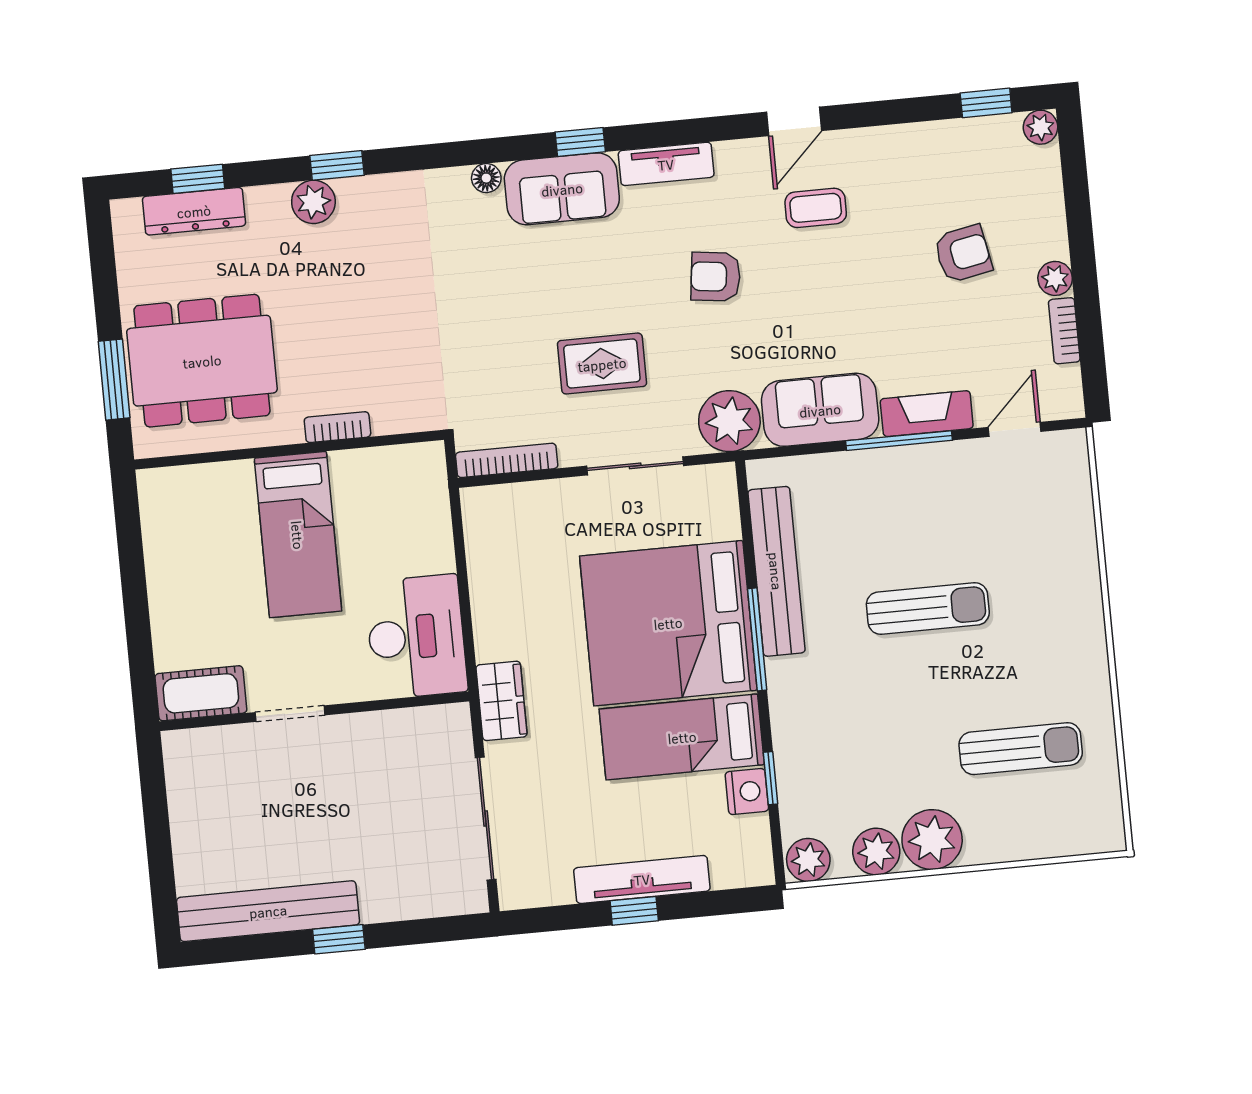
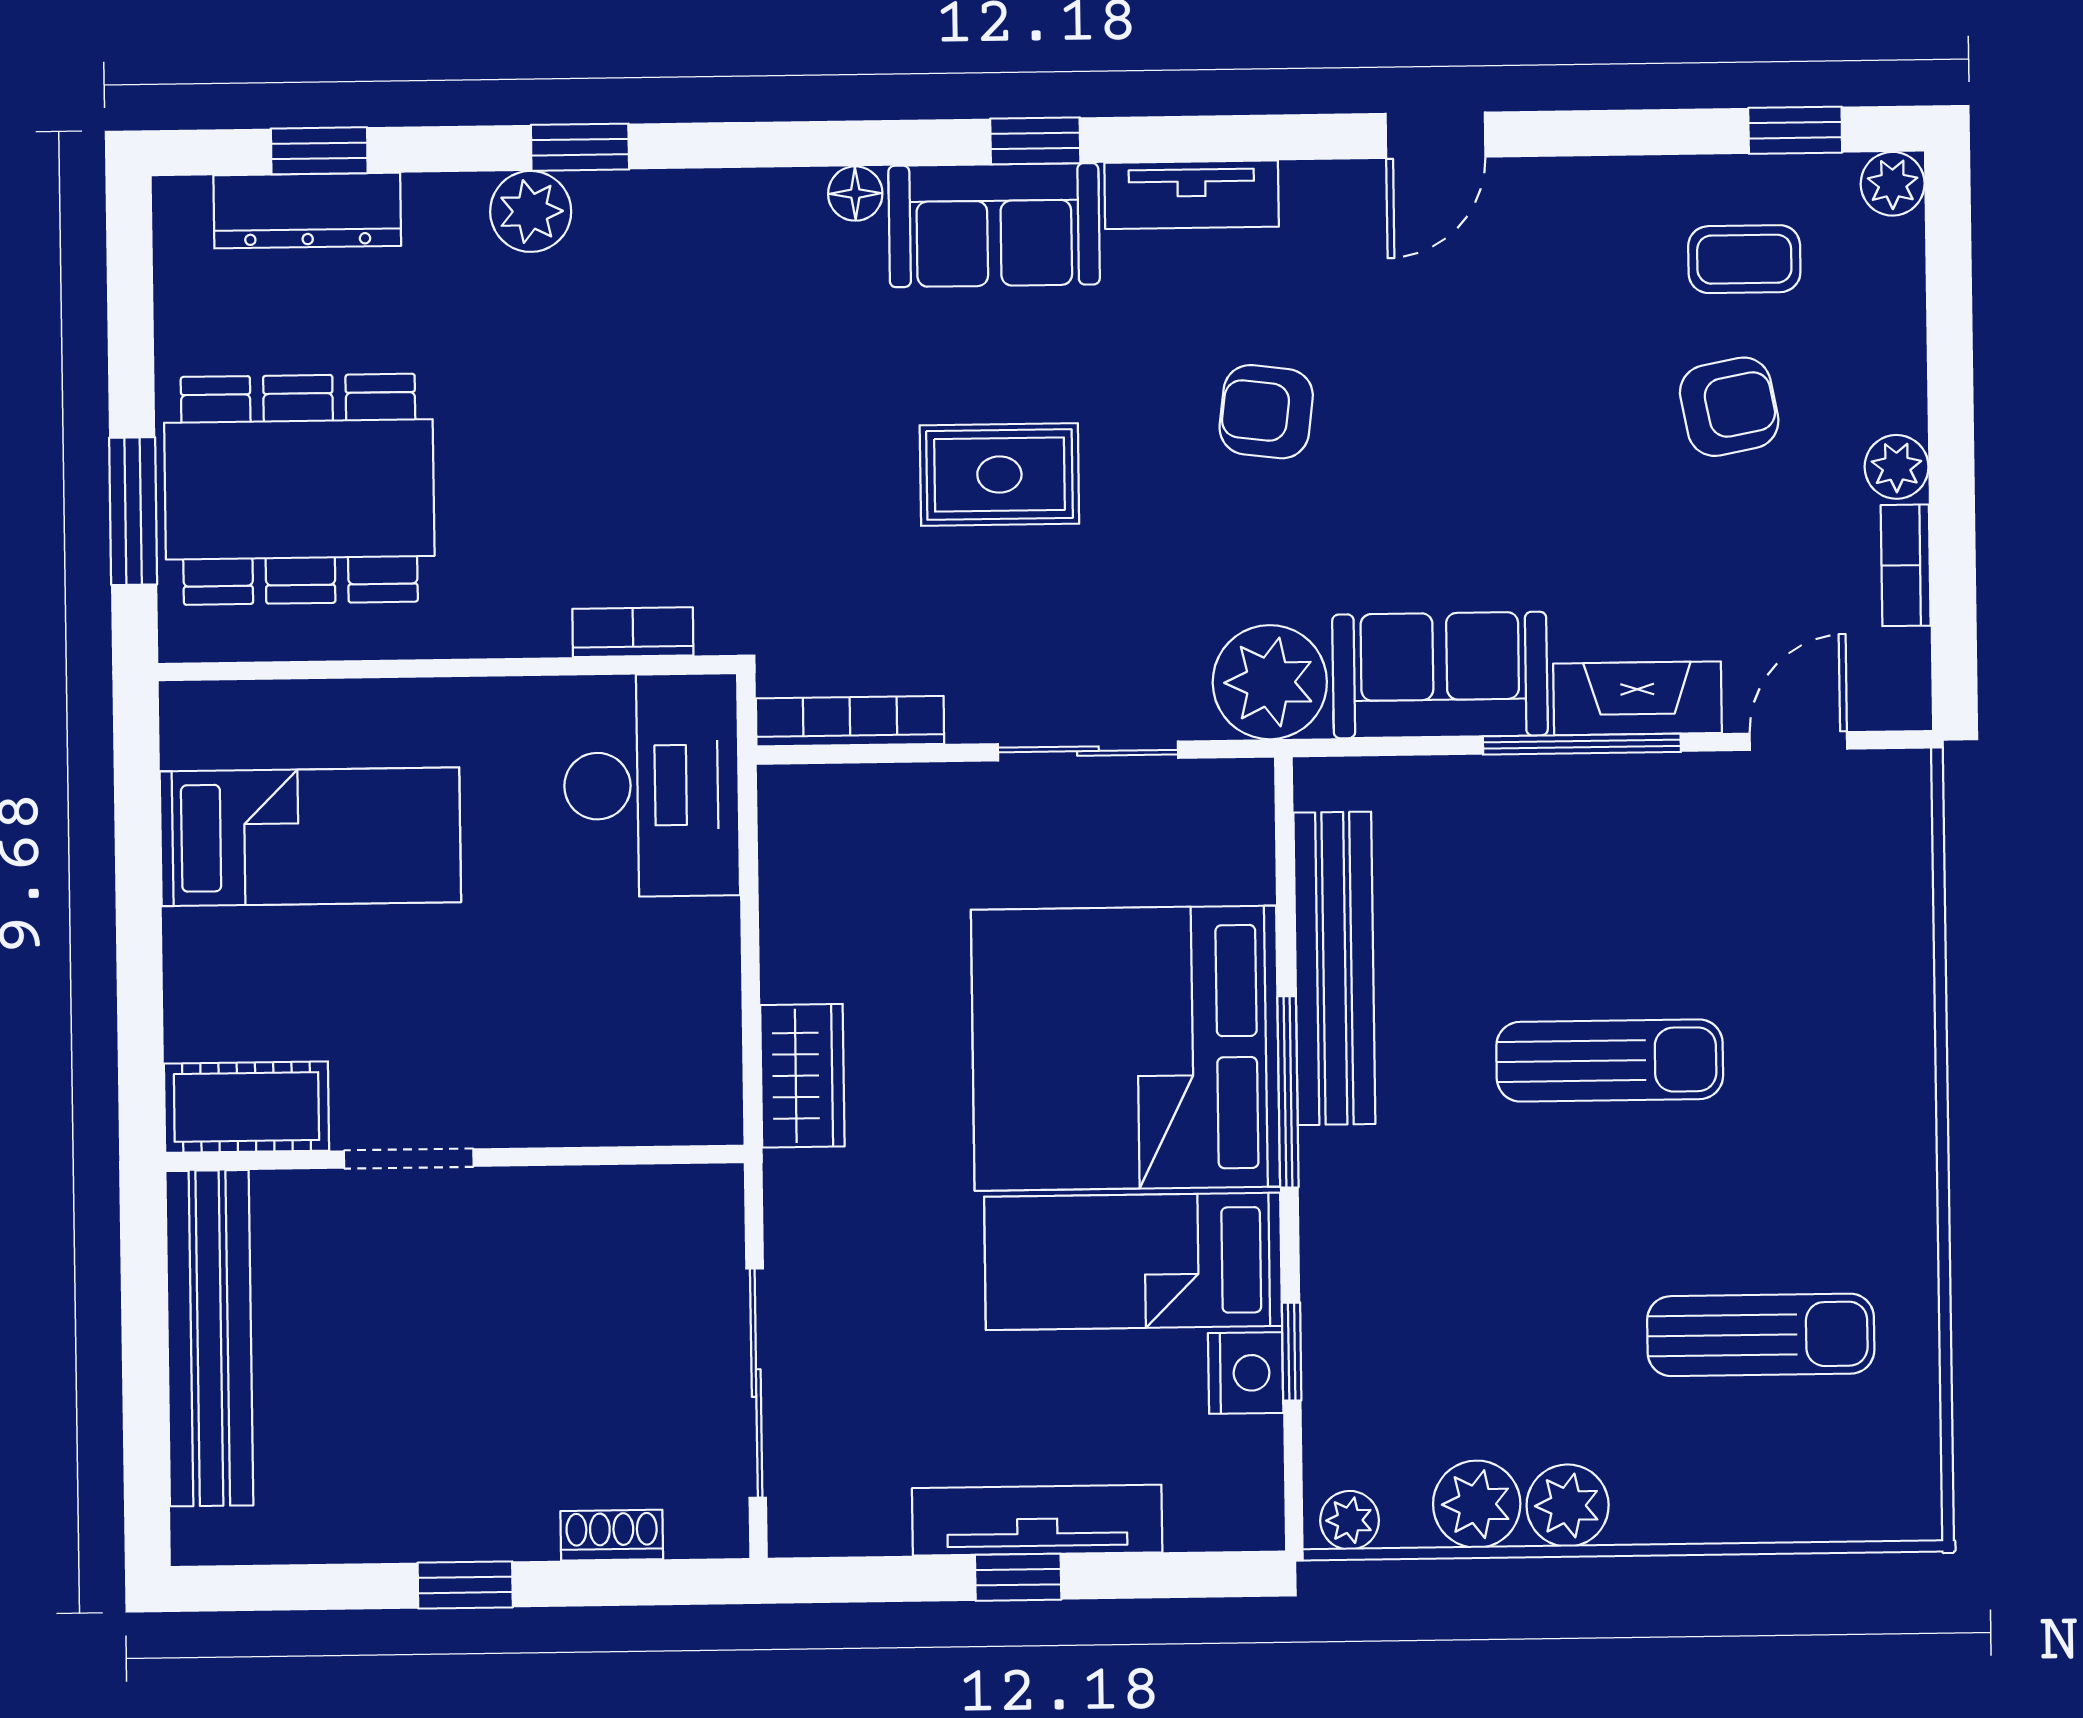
coffee table: (816, 208) -> (1744, 259), moved
rug: (602, 364) -> (999, 475), moved
bookcase: (337, 427) -> (633, 632), moved
bed: (298, 535) -> (310, 837), moved, turned -90
desk: (416, 637) -> (651, 785), moved
wardrobe: (501, 701) -> (802, 1076), moved
plant: (932, 840) -> (1568, 1506), width x0.73, depth x0.73
plant: (808, 860) -> (1350, 1520), width x0.73, depth x0.73
shoe rack: (415, 906) -> (612, 1535), added
bench: (268, 911) -> (209, 1338), moved, turned 90

